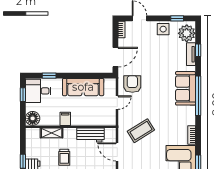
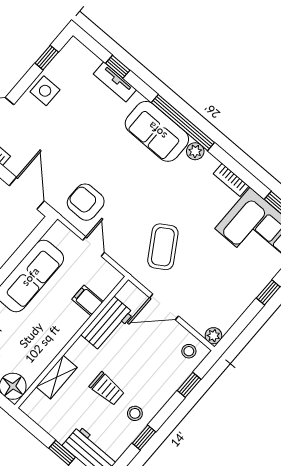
plant: (187, 33) -> (195, 151), moved, width x0.53, depth x0.53
filing cabinet: (65, 119) -> (88, 300), moved

